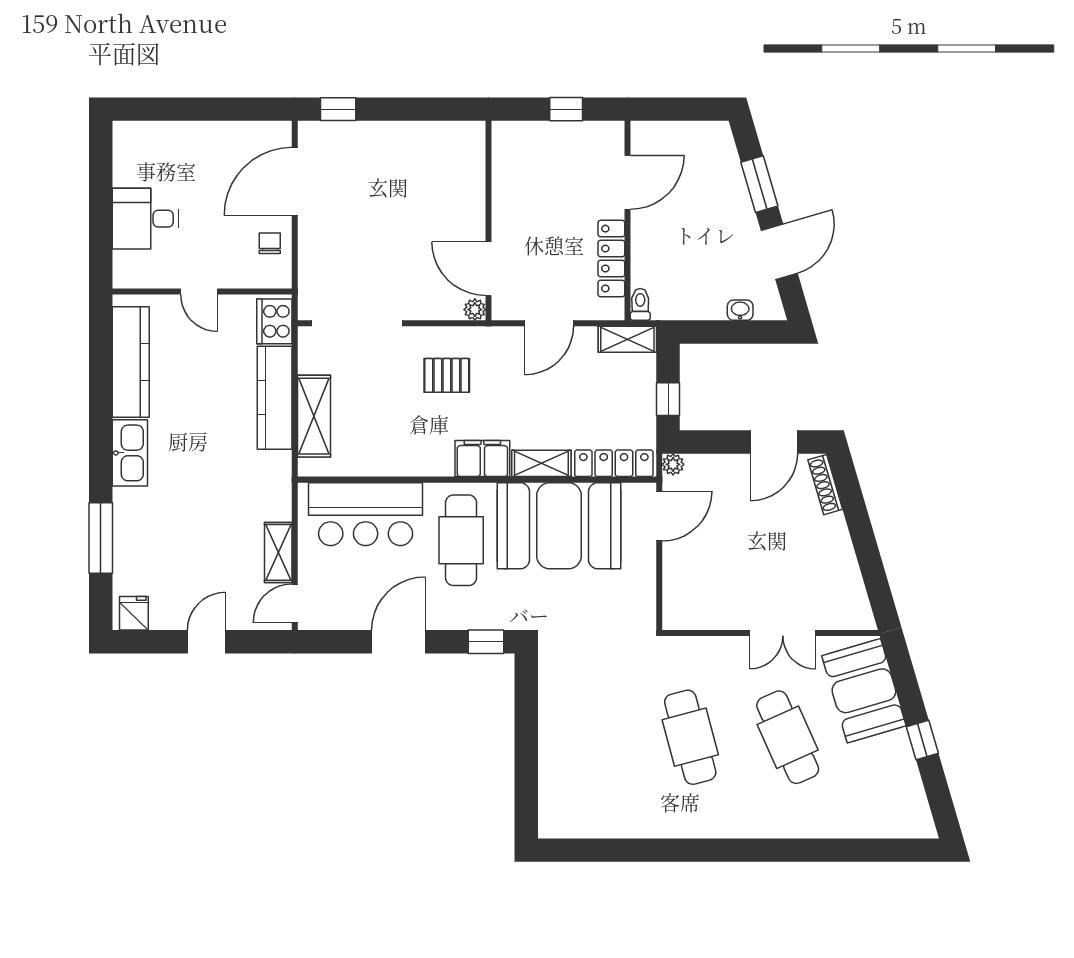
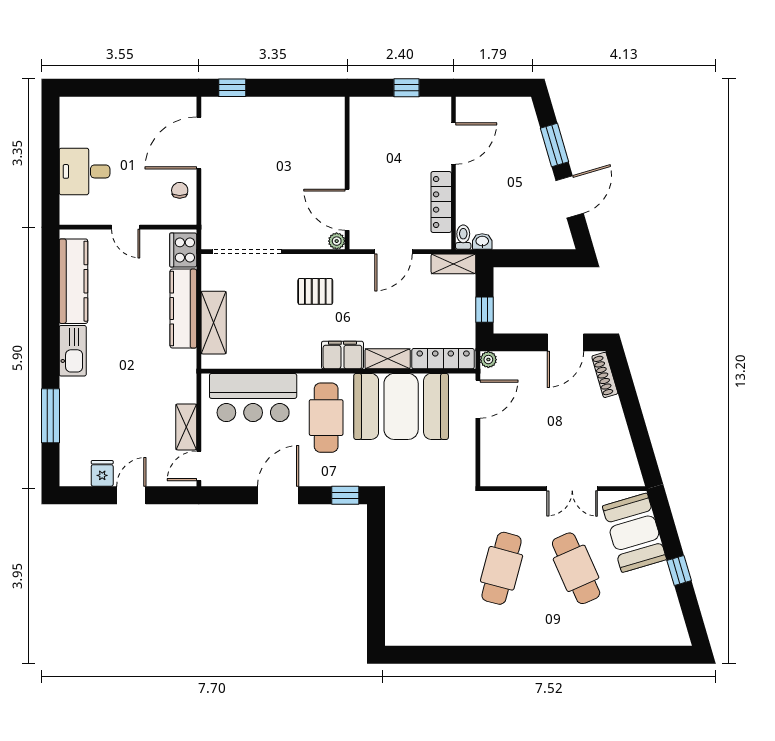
washbasin: (740, 310) -> (482, 242), moved
fridge: (134, 613) -> (102, 473), moved
cafe table: (690, 737) -> (502, 568), turned 30

